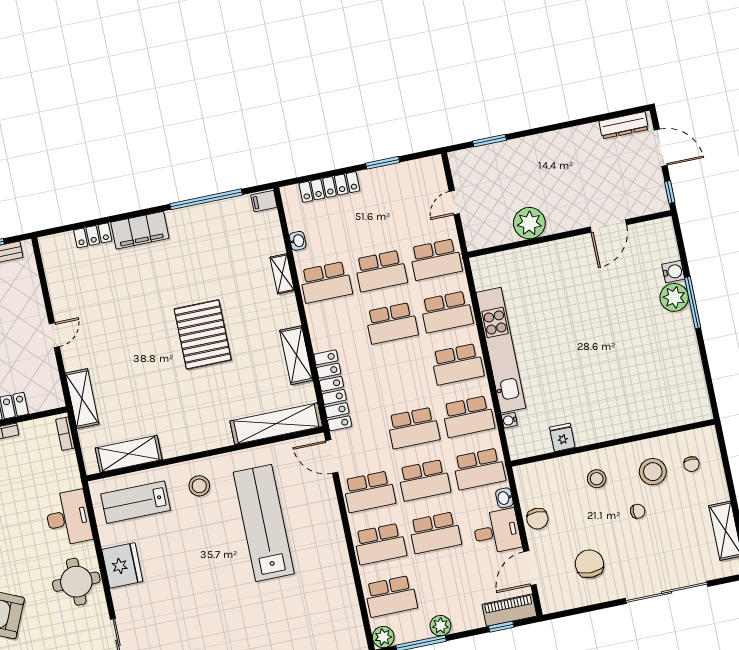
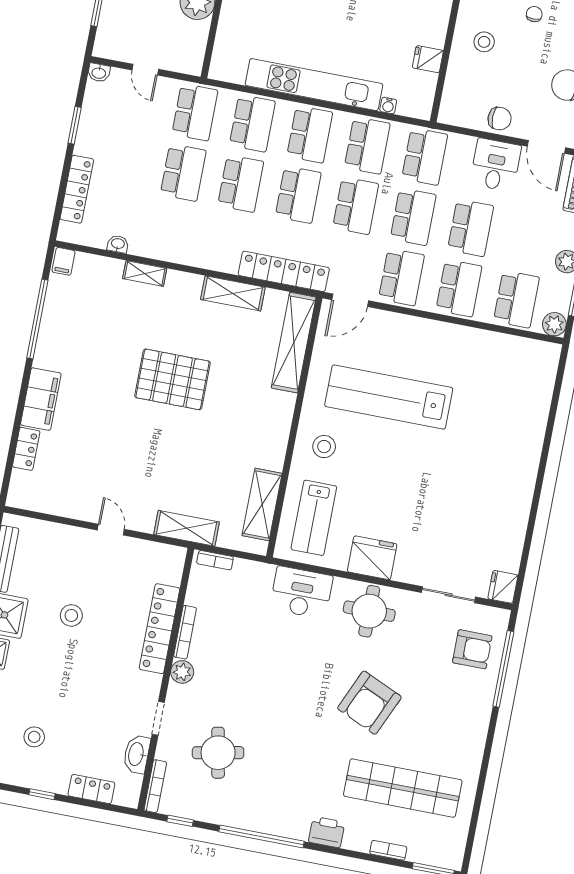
school desk: (326, 282) -> (298, 195), moved
washbasin: (504, 498) -> (99, 73), moved

